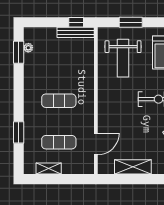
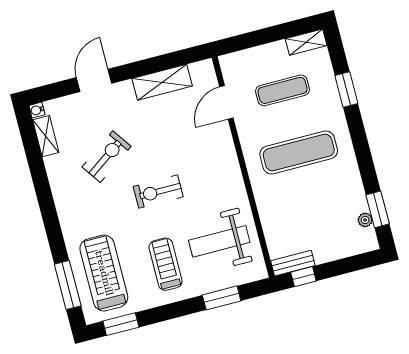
bench: (76, 32) -> (293, 263), width x0.73
weight bench: (123, 58) -> (219, 241), turned -90
exercise mat: (59, 101) -> (299, 153), width x1.36, depth x1.45
shelving: (49, 169) -> (306, 42), moved

